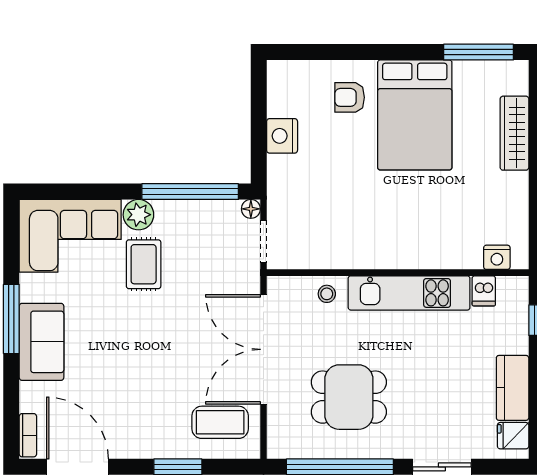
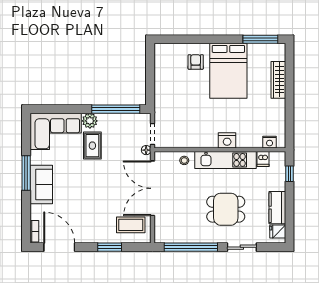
armchair: (350, 97) -> (196, 62), turned 90
nightstand: (282, 136) -> (227, 140), moved, turned -90
floor lamp: (251, 209) -> (146, 150), moved
dining table: (349, 397) -> (226, 209), moved

